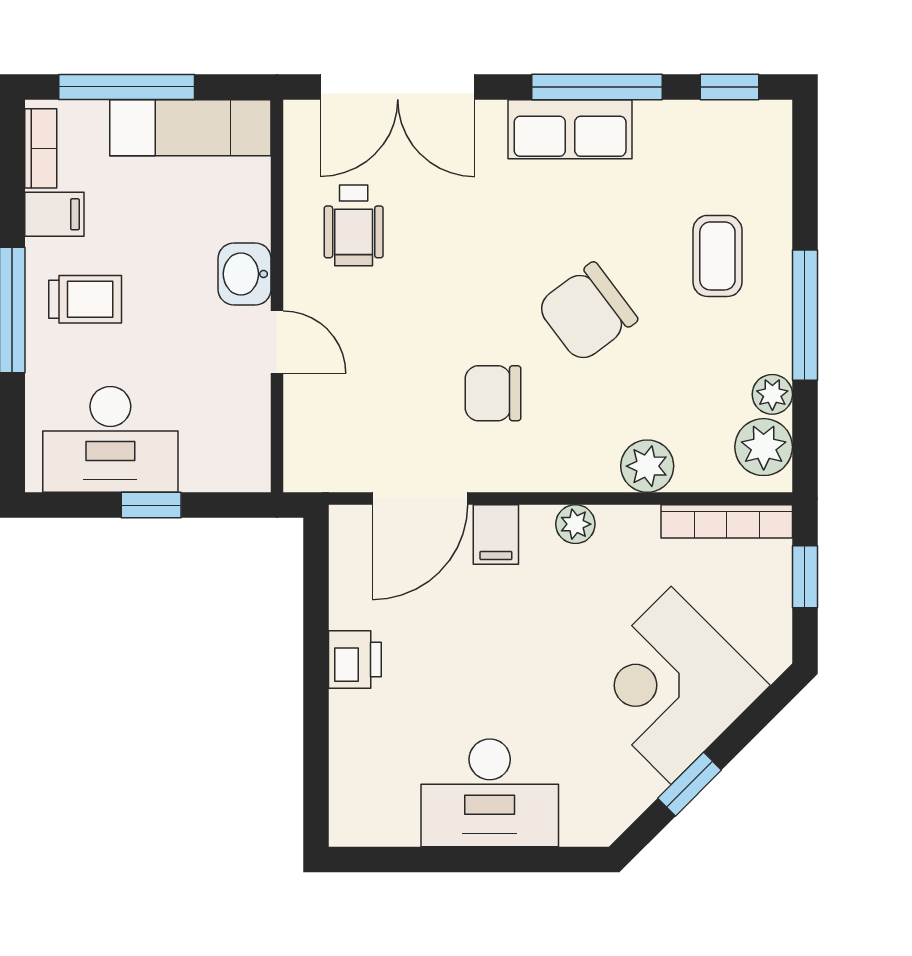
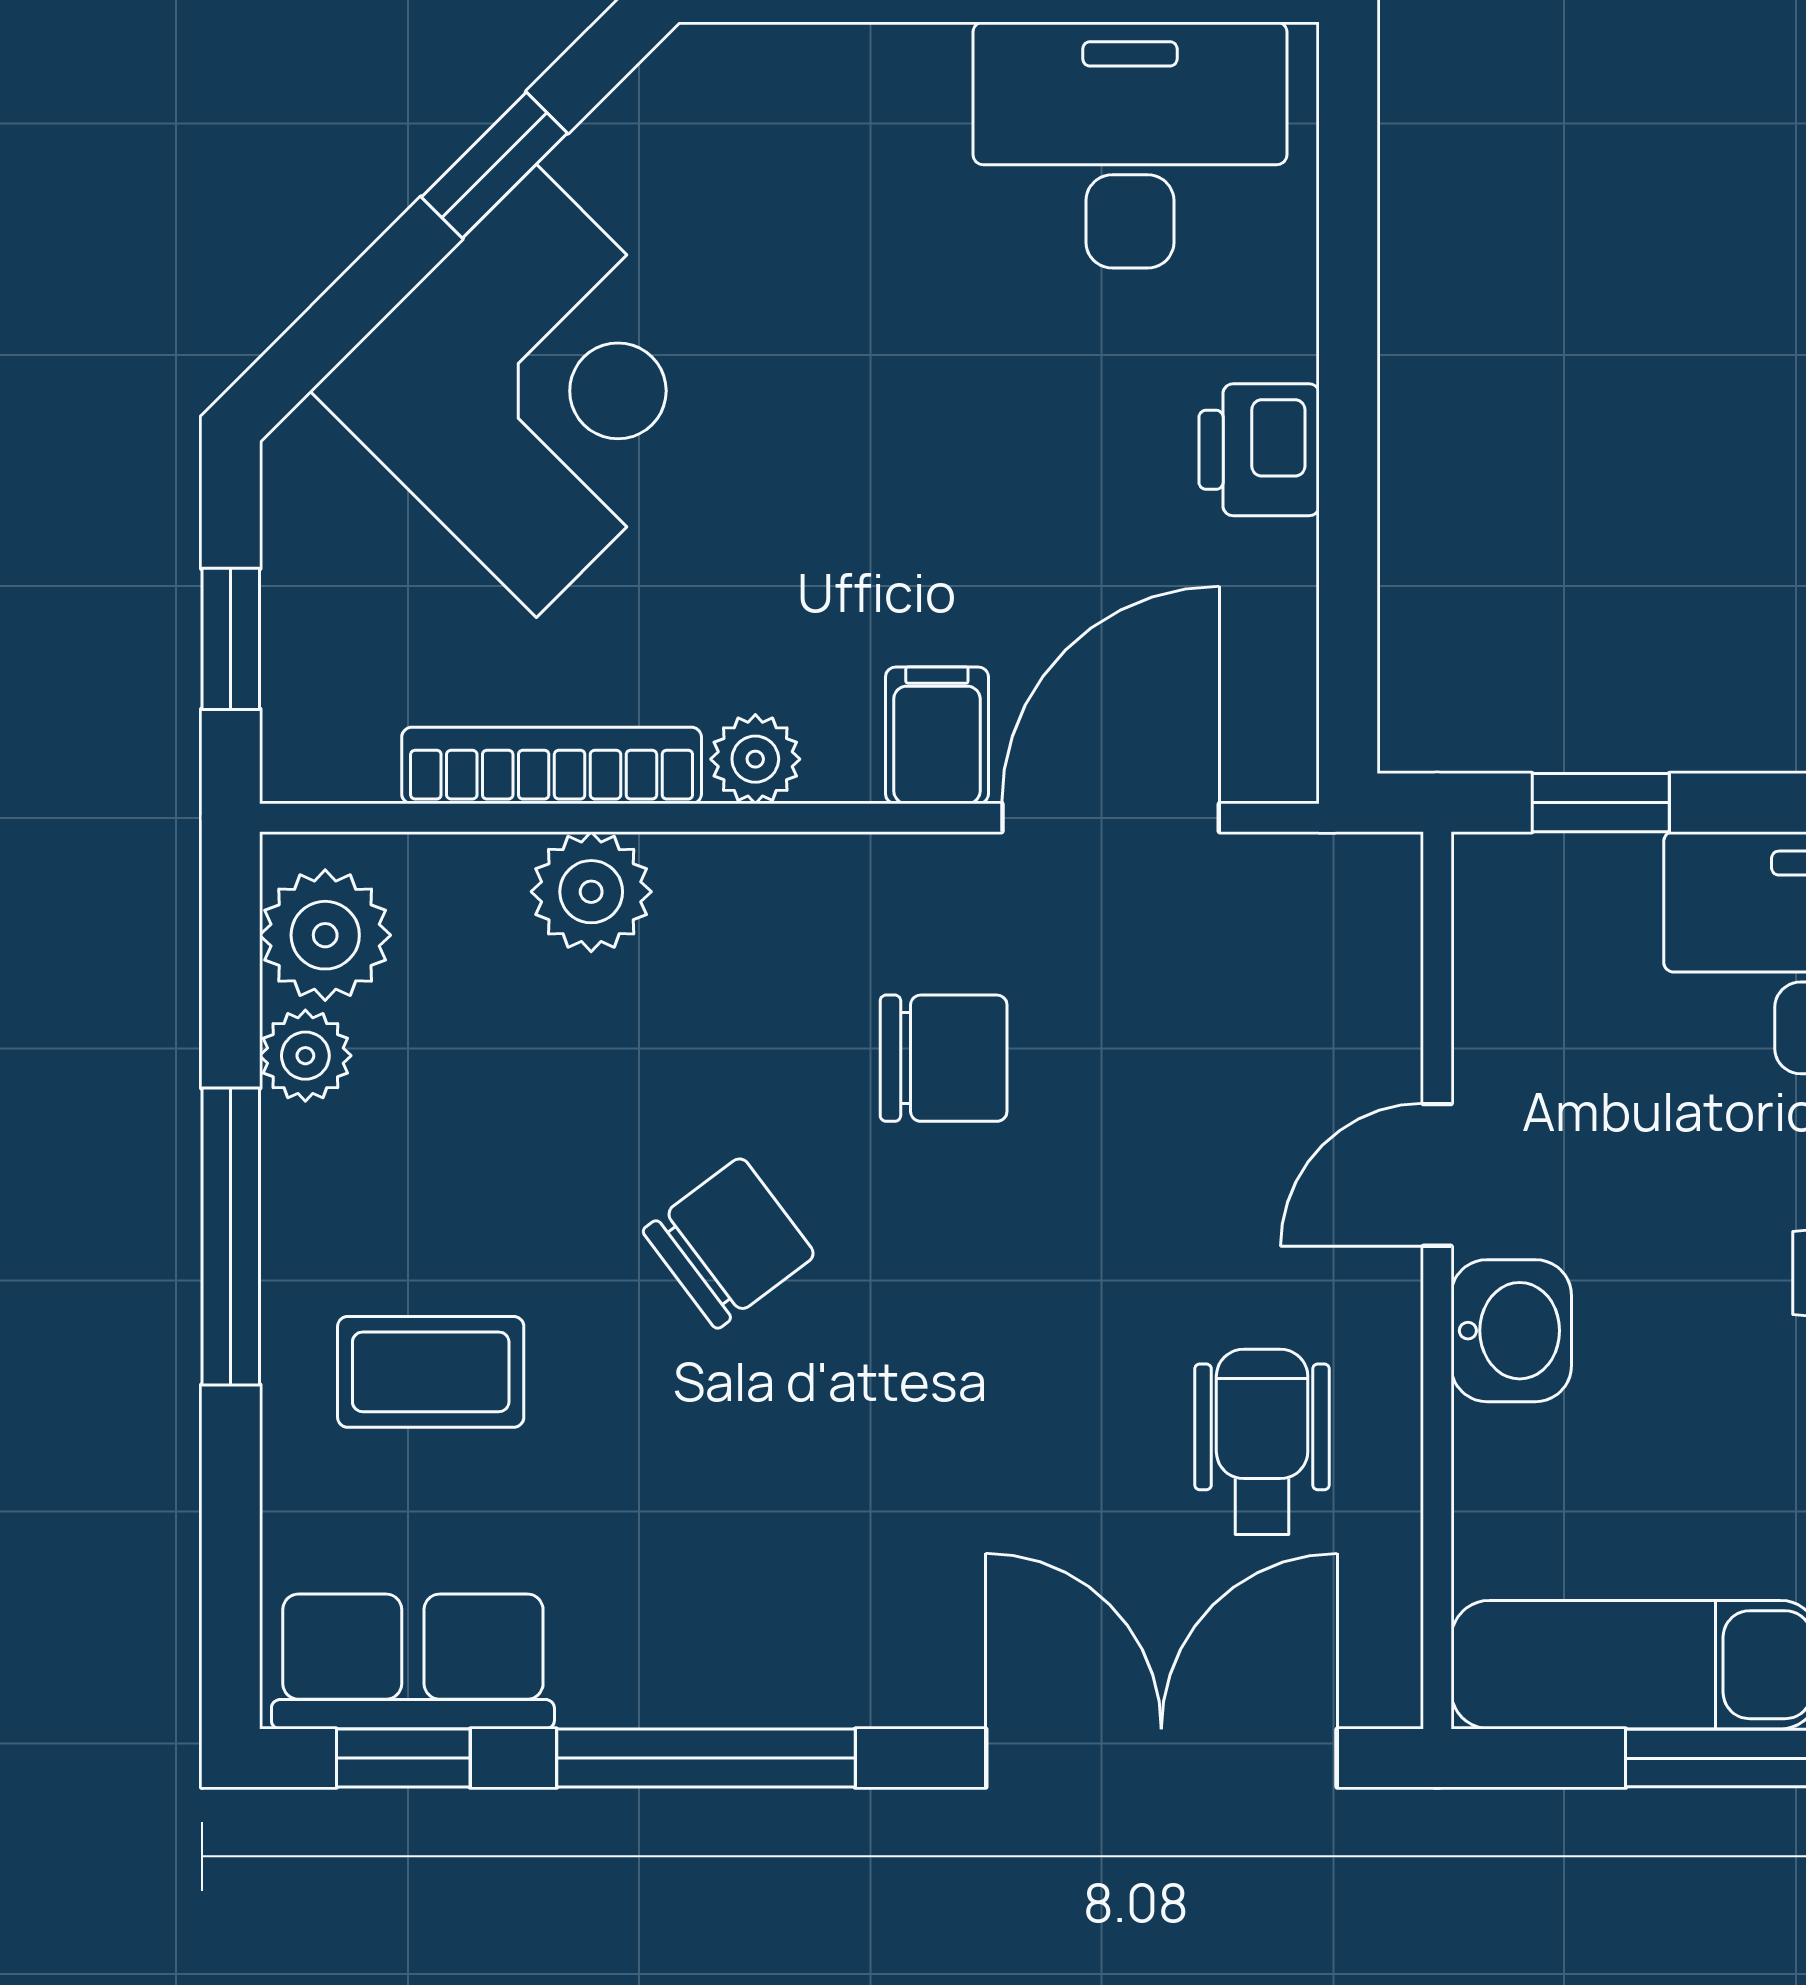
row of seats: (570, 129) -> (413, 1662), moved
coffee table: (717, 256) -> (431, 1372), turned 90
chair: (587, 312) -> (729, 1243), width x0.73, depth x0.73
door: (277, 342) -> (1437, 1175), hinge flipped
window: (151, 505) -> (1601, 803), moved
bookcase: (727, 521) -> (552, 765), moved
desk: (490, 793) -> (1130, 145), moved

